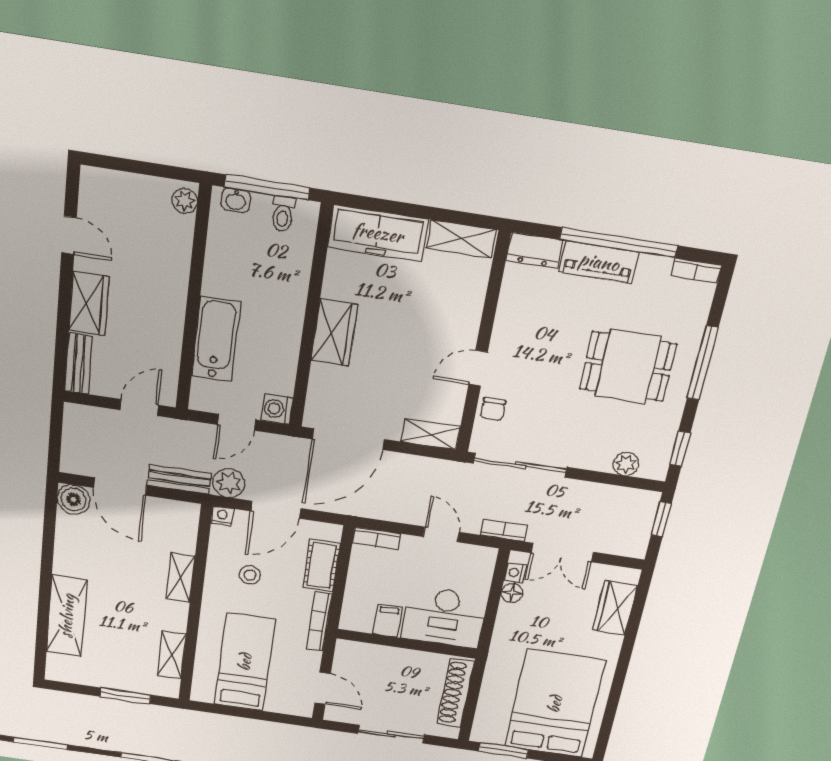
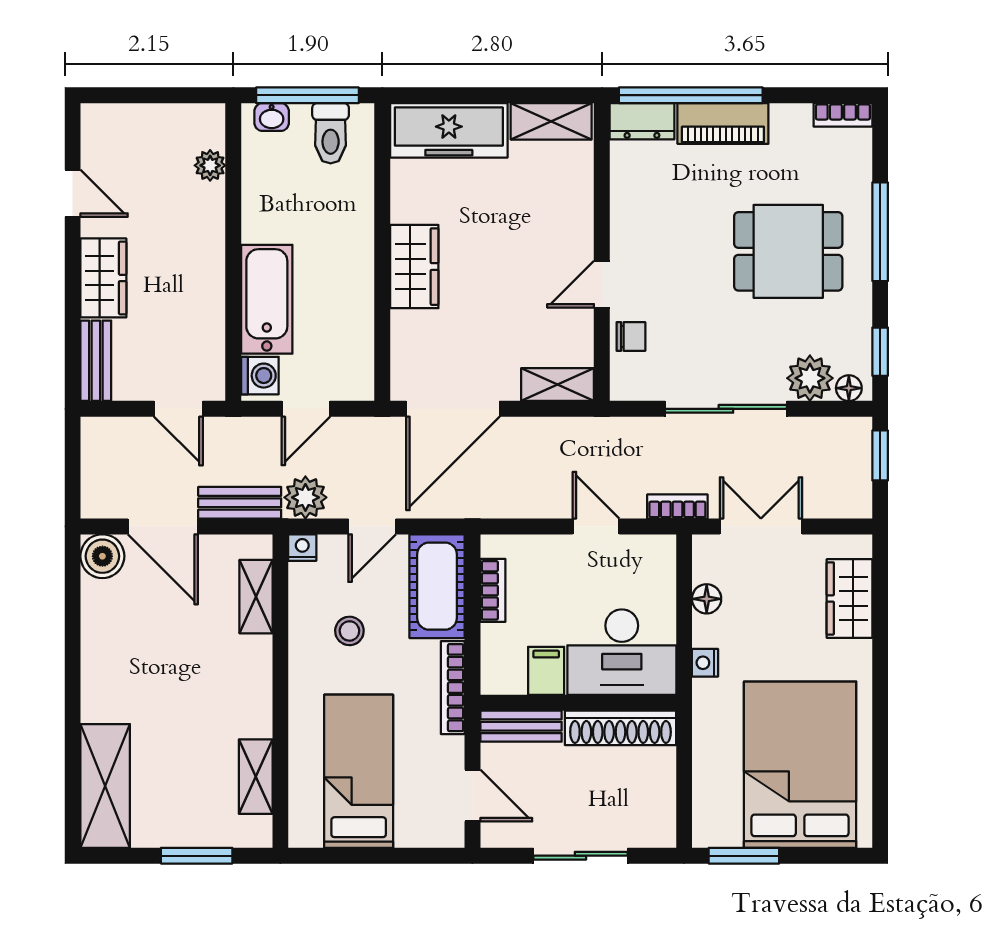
plant: (185, 201) -> (210, 165), moved
toilet: (283, 214) -> (331, 133), width x1.37, depth x1.39
window: (619, 243) -> (691, 95), moved
door: (139, 408) -> (178, 409), swing flipped
washing machine: (277, 409) -> (260, 376), moved, turned 180
chair: (493, 409) -> (631, 336), turned -90
plant: (626, 464) -> (810, 378), width x1.38, depth x1.38
sliding door: (520, 465) -> (726, 409), moved
floor lamp: (650, 470) -> (849, 388), added
door: (276, 510) -> (372, 526), width x0.73
bookcase: (377, 539) -> (493, 590), moved, turned -90
double door: (562, 553) -> (761, 526), swing flipped
cot: (321, 566) -> (437, 586), width x1.37, depth x1.34
nightstand: (515, 573) -> (705, 663), moved
shelving: (181, 577) -> (256, 597), moved
shelving: (67, 616) -> (105, 786), moved
bench: (364, 652) -> (521, 726), added
shoe rack: (456, 693) -> (620, 728), moved, turned -90

